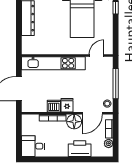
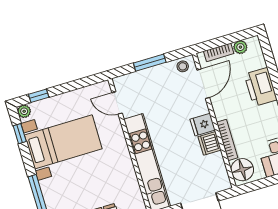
window: (116, 84) -> (150, 63), width x0.69
door: (92, 113) -> (203, 84), hinge flipped
floor lamp: (74, 122) -> (242, 170), moved

